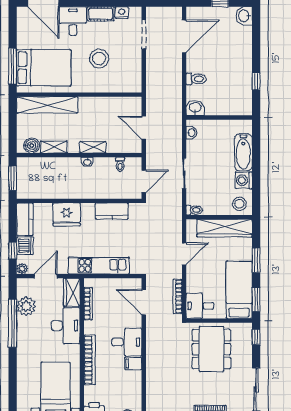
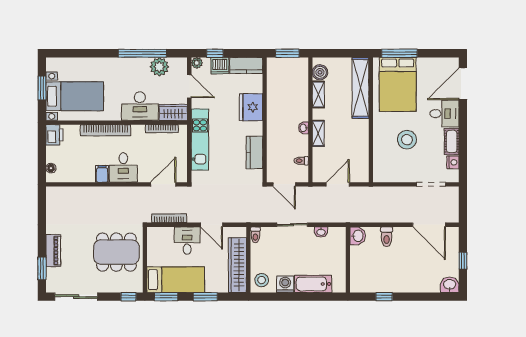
washbasin: (191, 133) -> (321, 232), moved
desk: (200, 306) -> (187, 241), moved

